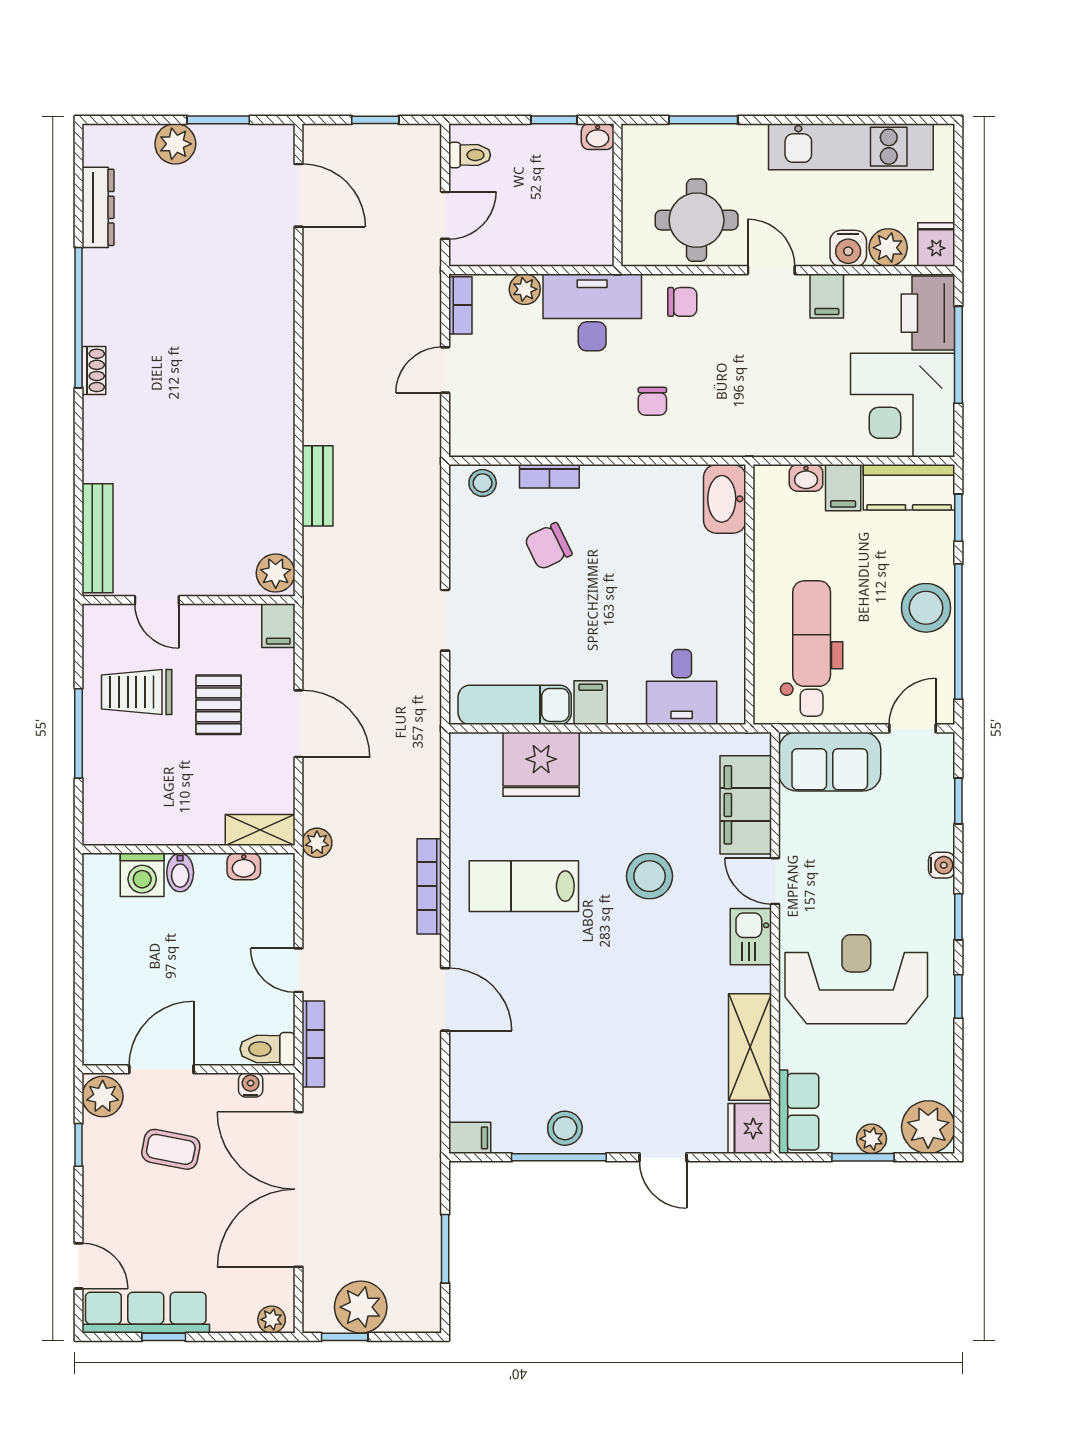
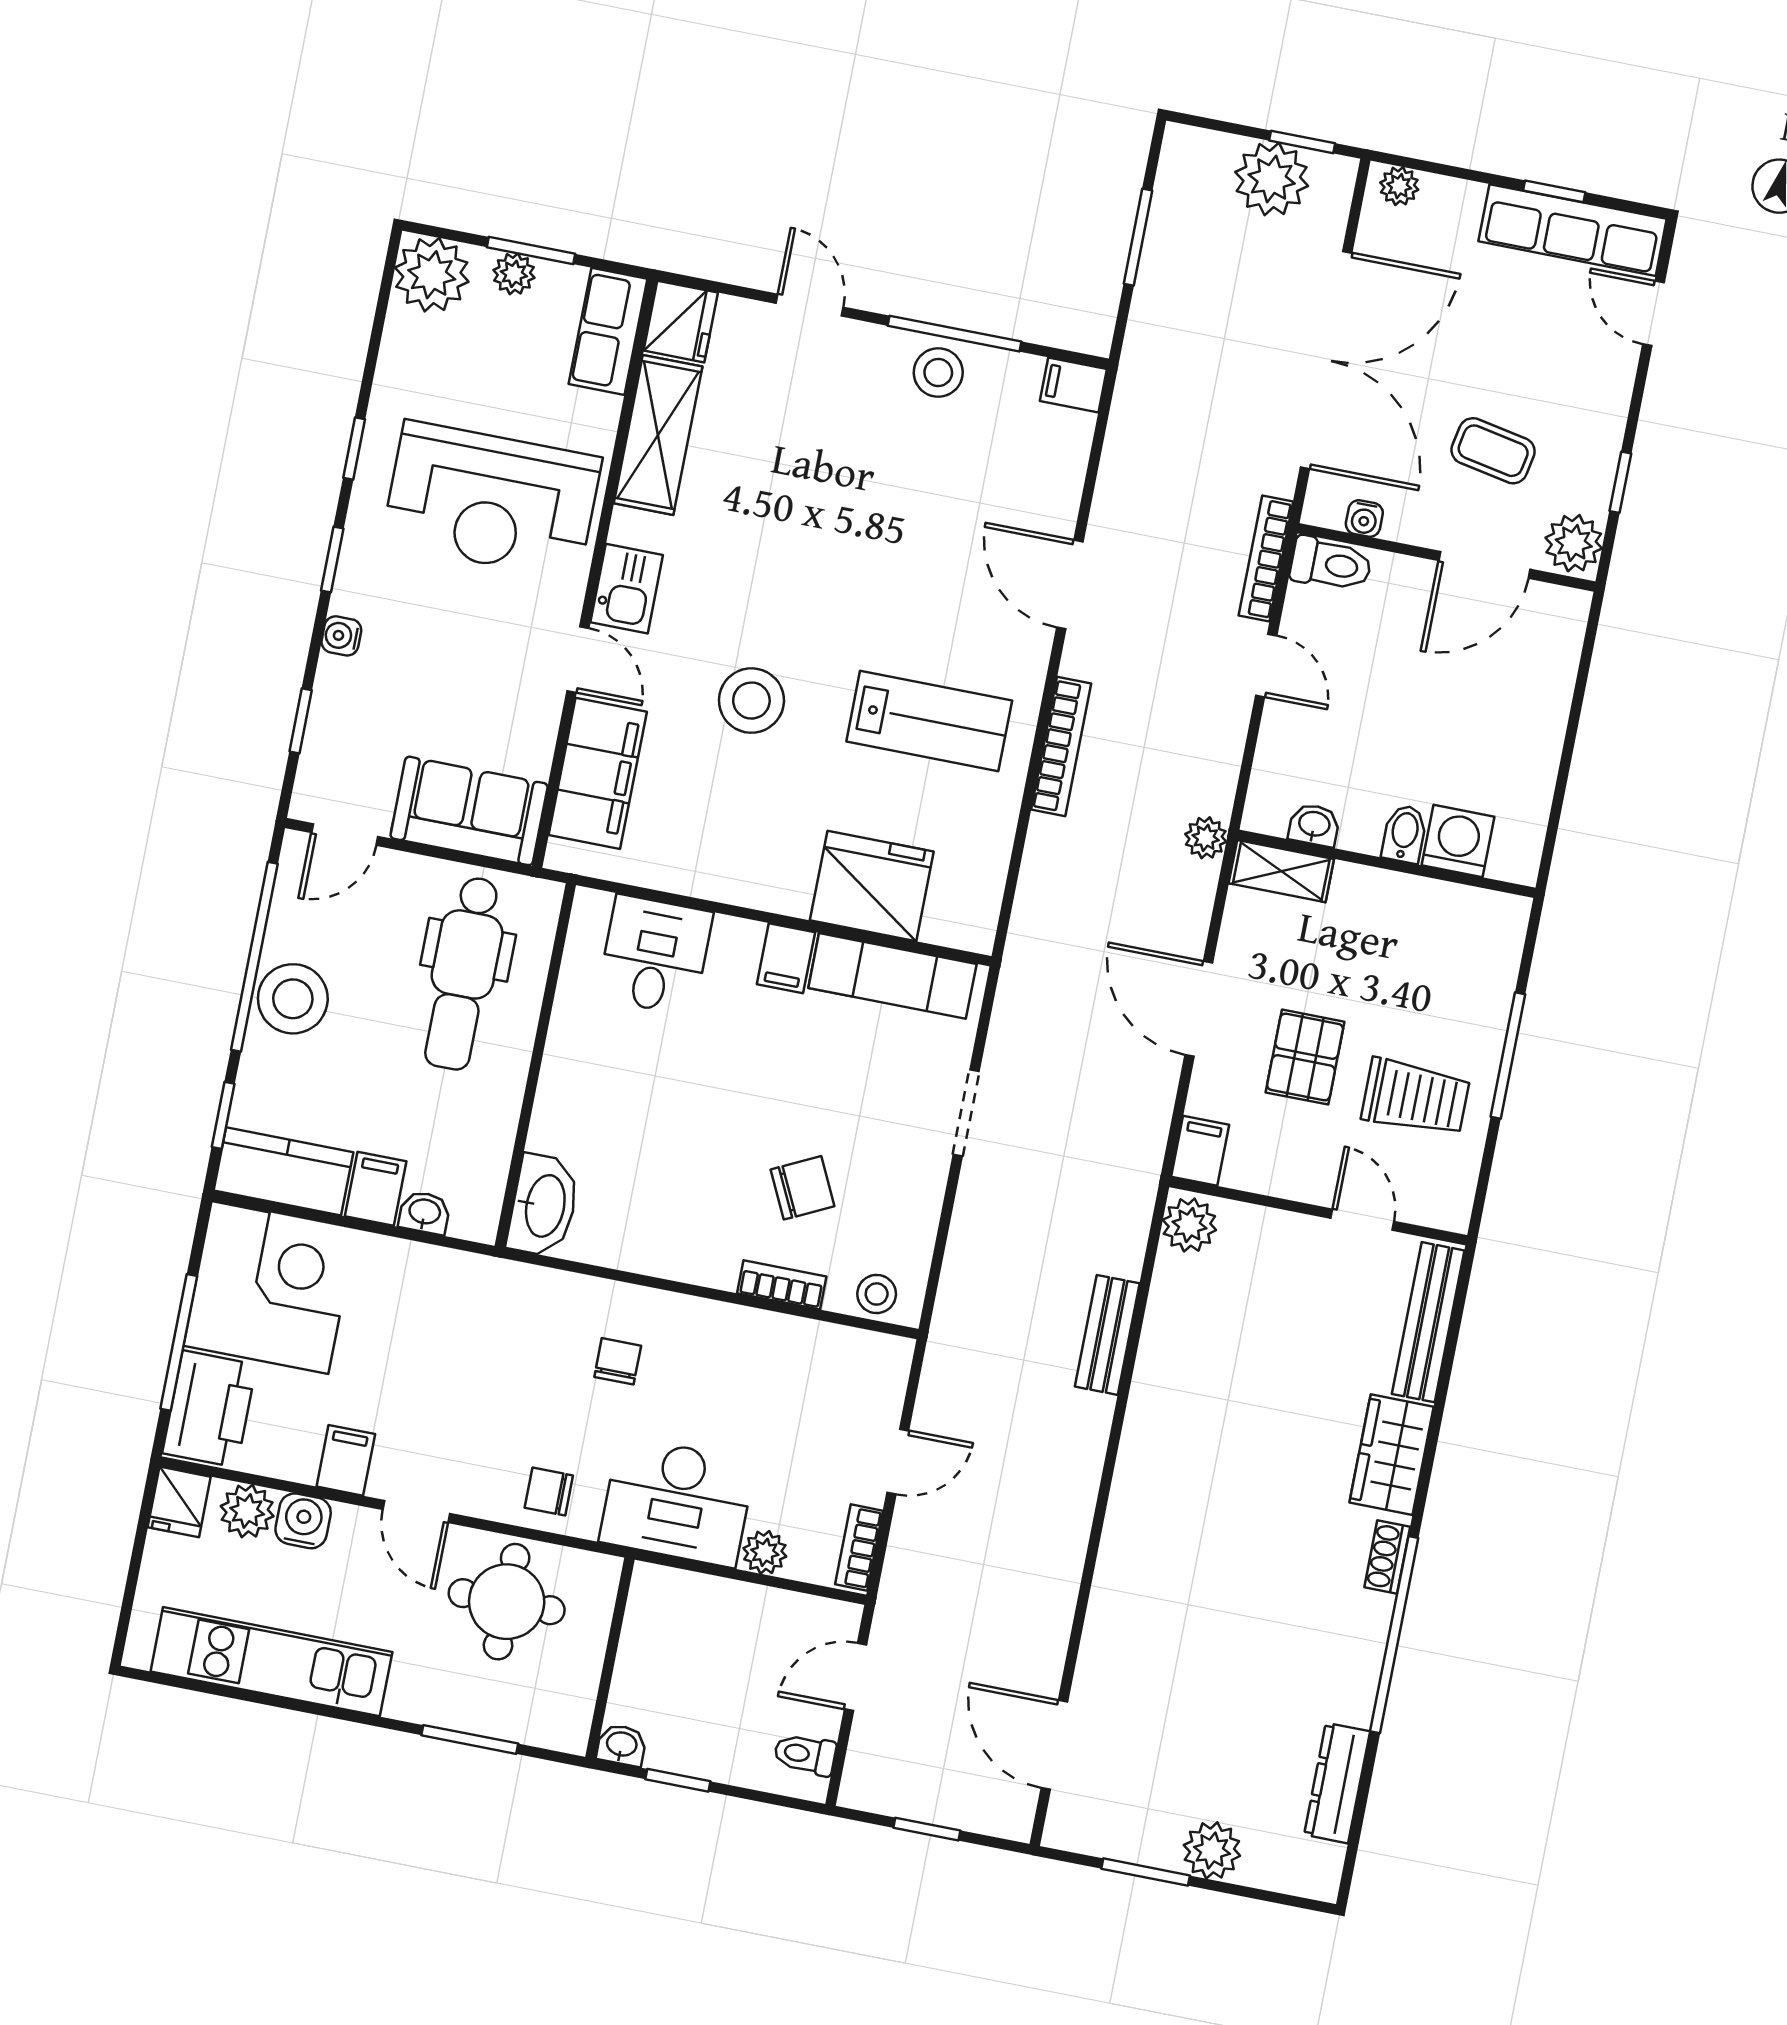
wardrobe: (105, 442) -> (1392, 1455), added

